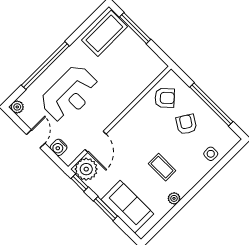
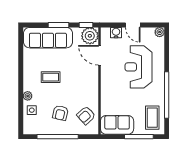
coffee table: (104, 33) -> (152, 118), width x0.73, depth x0.76
sofa: (144, 60) -> (117, 125), added
window: (45, 65) -> (167, 95), moved
armchair: (186, 124) -> (60, 113), turned 71
plant: (174, 198) -> (28, 96), moved
sofa: (127, 207) -> (48, 38), width x1.36

